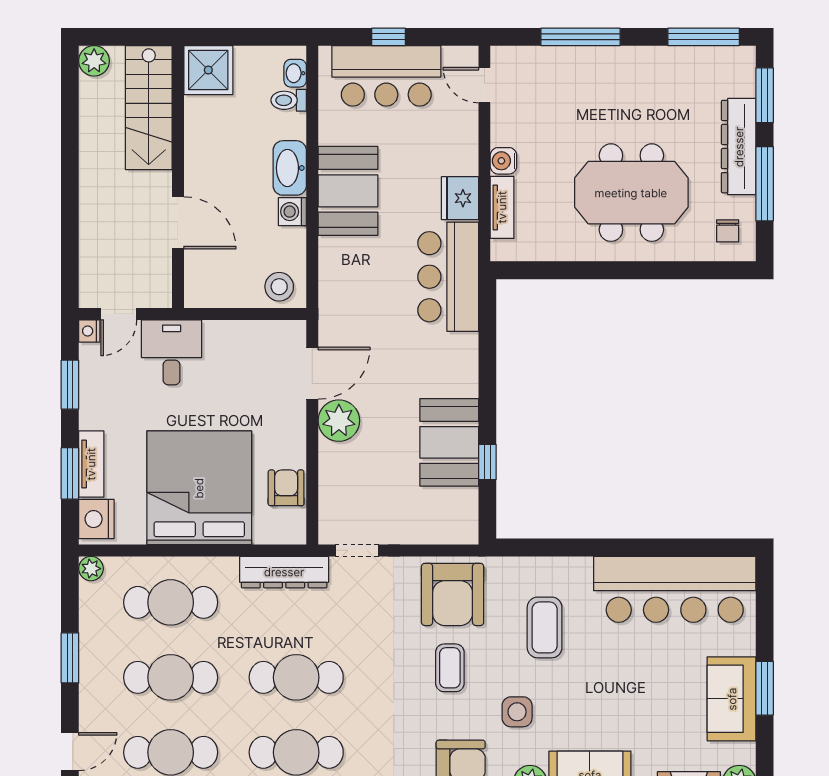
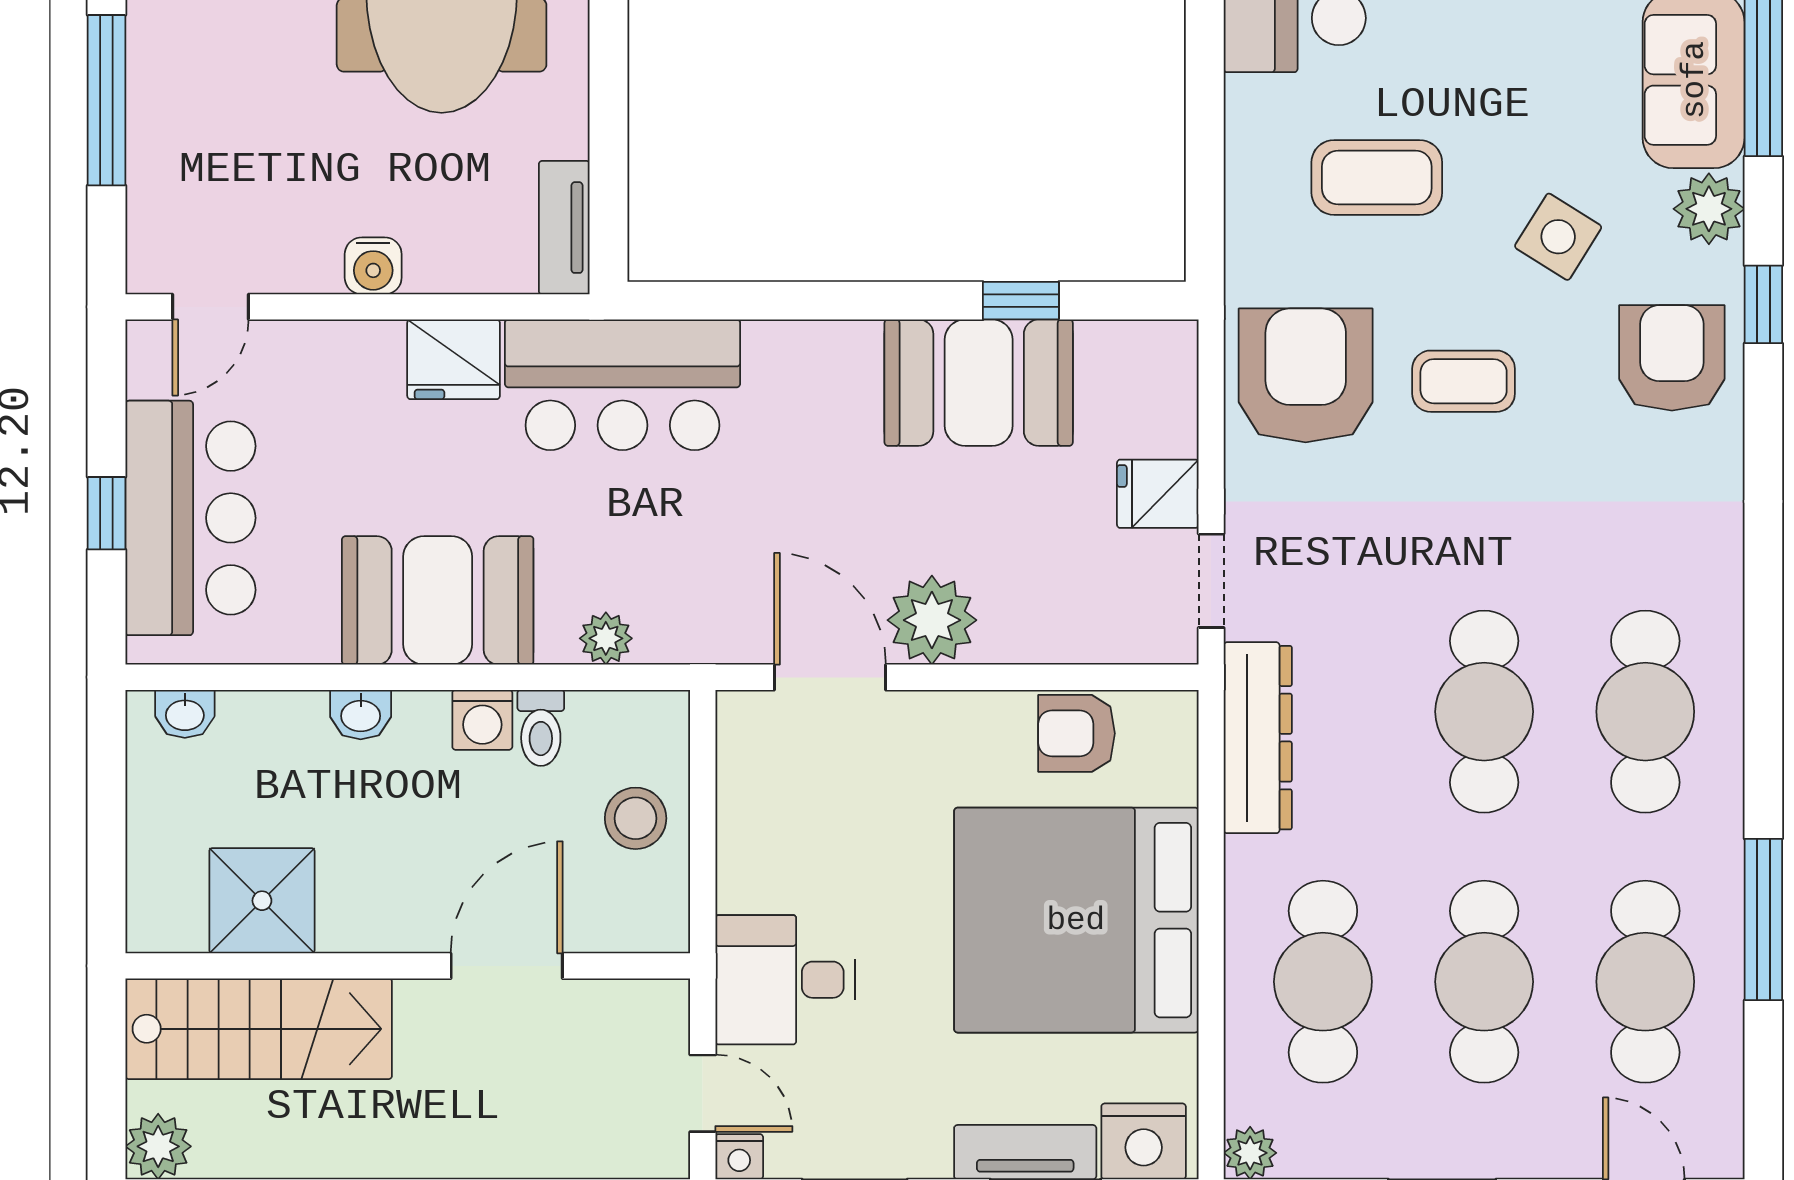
shower: (208, 70) -> (262, 901), moved
toilet: (289, 100) -> (541, 728), moved
washbasin: (290, 168) -> (361, 715), width x0.52, depth x0.69
tv unit: (502, 207) -> (564, 228), moved, turned -90
plant: (330, 269) -> (606, 638), added
stool: (279, 287) -> (636, 818), moved
fridge: (398, 526) -> (1158, 494), added
armchair: (453, 594) -> (1306, 375), turned -90
side table: (517, 712) -> (1558, 237), turned 32

